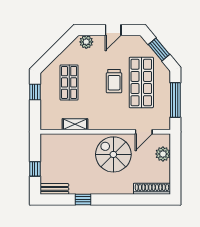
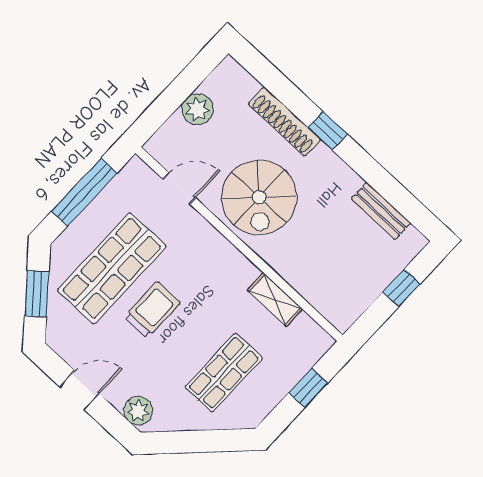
window: (35, 92) -> (308, 388), moved
plant: (163, 154) -> (198, 109), moved
bench: (54, 189) -> (381, 211), moved
shoe rack: (152, 189) -> (285, 122), moved
window: (83, 199) -> (328, 131), moved

